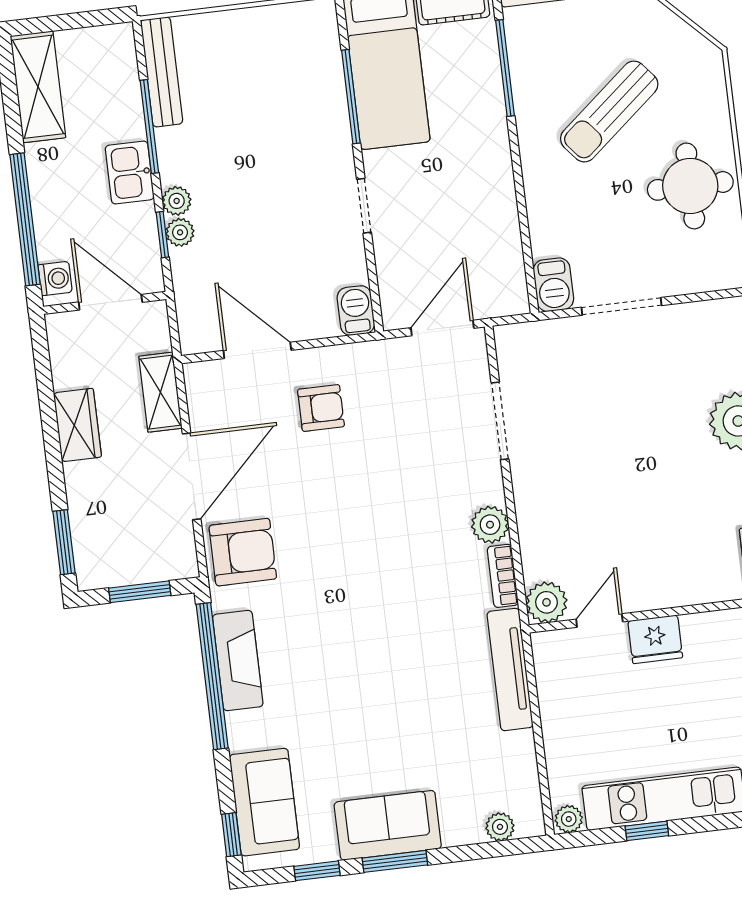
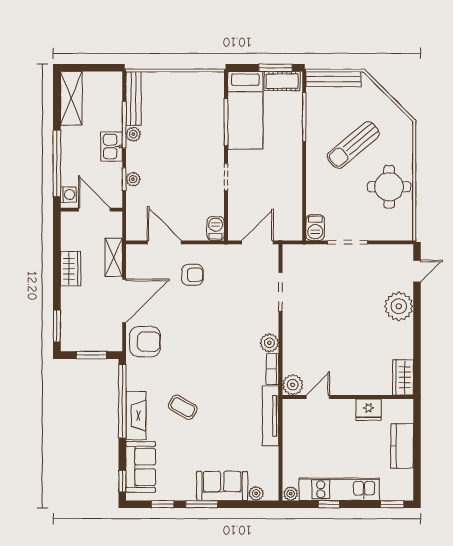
plant: (177, 201) -> (133, 134), moved
fridge: (655, 639) -> (369, 410), moved
fireplace: (238, 661) -> (136, 416), moved
coffee table: (333, 673) -> (183, 407), added
sofa: (388, 825) -> (222, 486), moved

